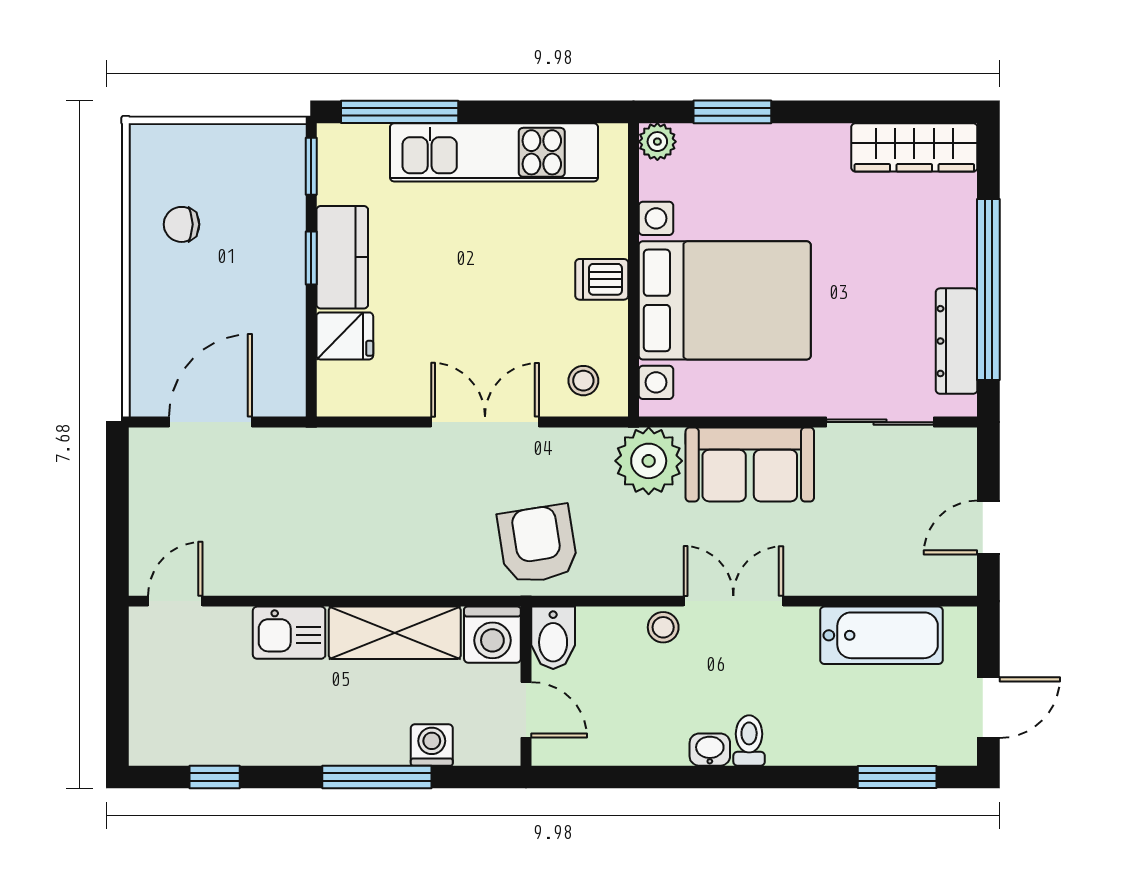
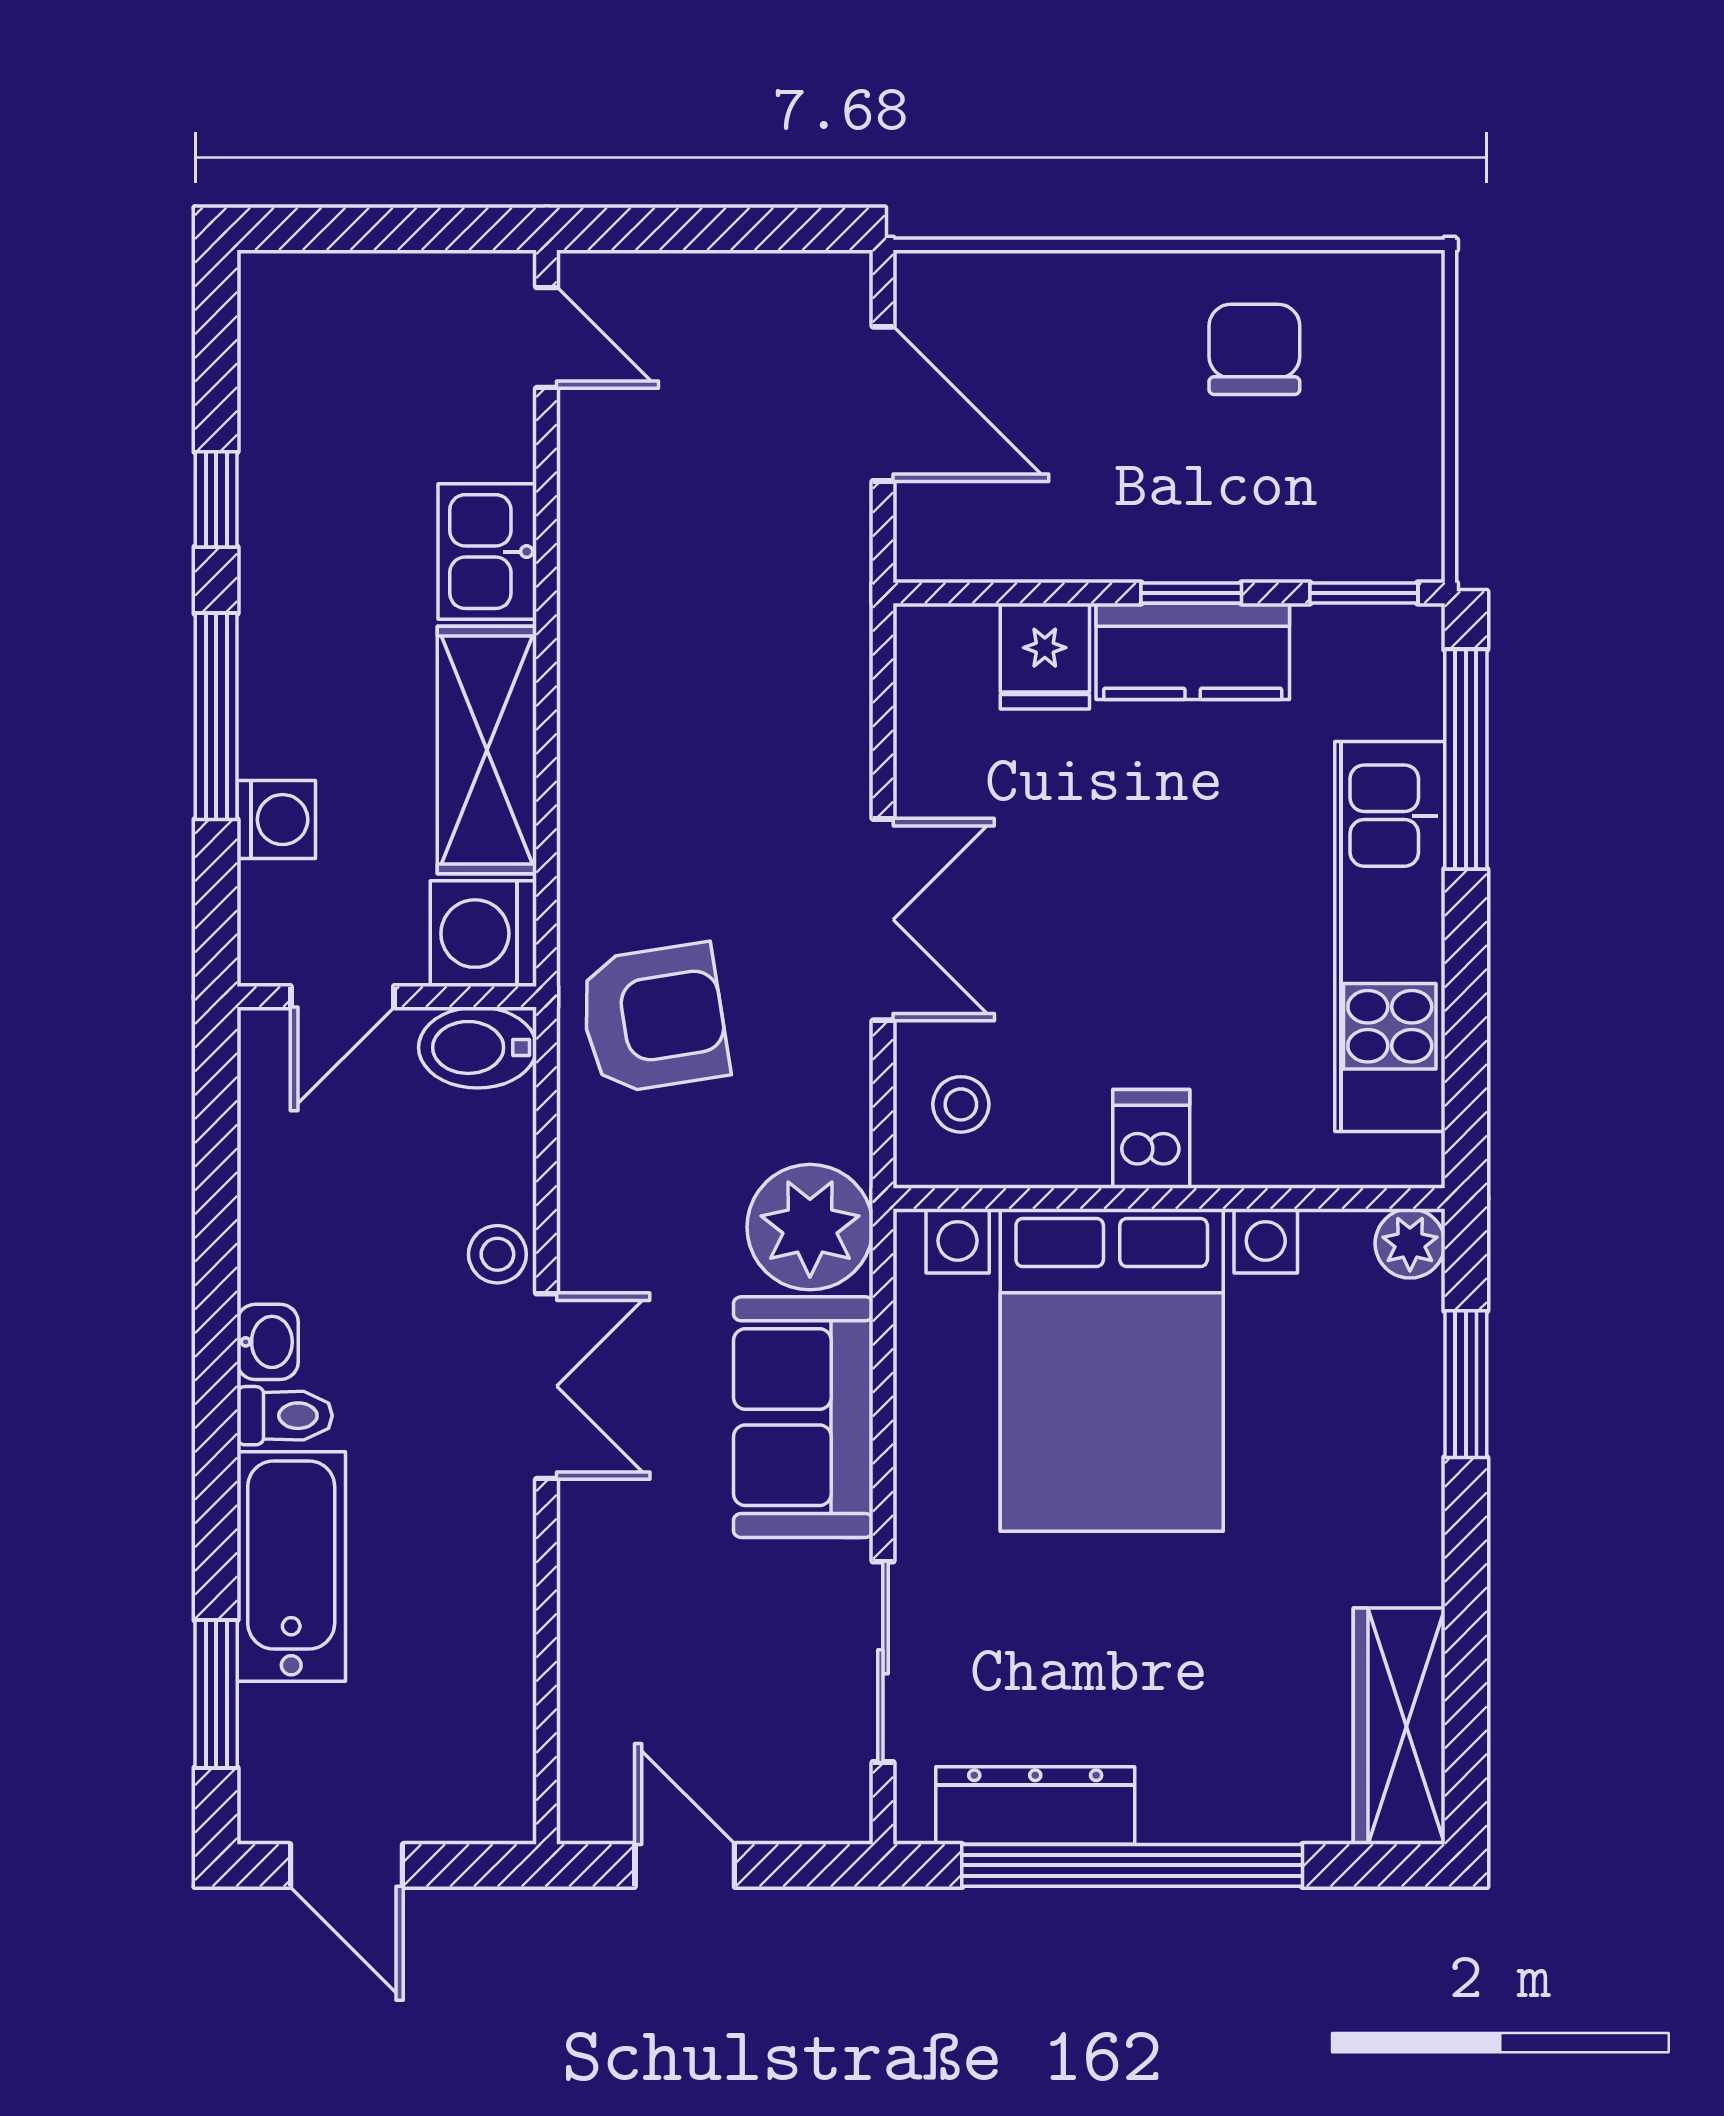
chair: (182, 224) -> (1254, 349), width x1.37, depth x1.37
bathtub: (881, 635) -> (291, 1566), moved, turned 180
window: (215, 777) -> (216, 499), moved

